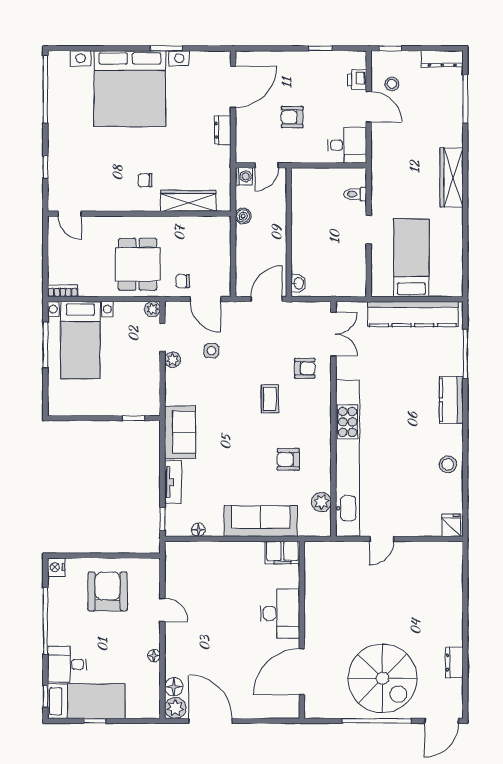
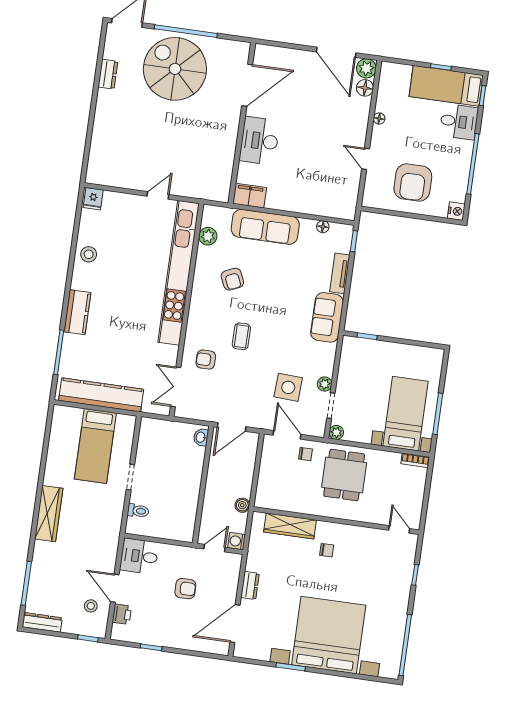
side table: (211, 351) -> (288, 387), width x1.87, depth x1.87
armchair: (288, 459) -> (232, 279), turned 66

